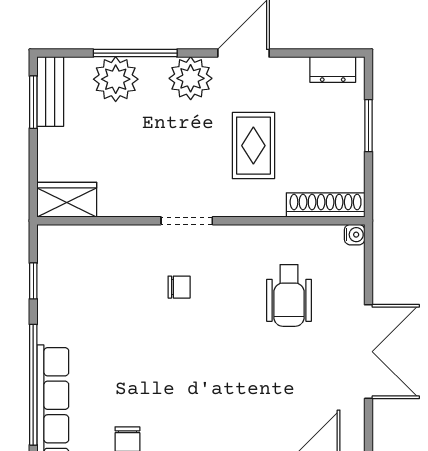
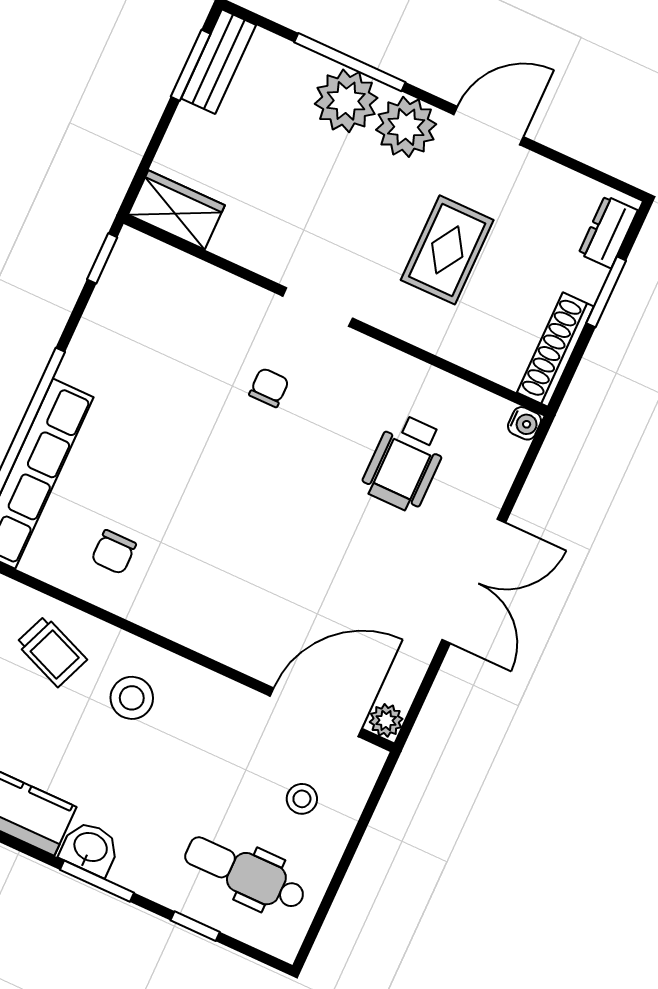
dresser: (333, 70) -> (608, 232), moved, turned 90
plant: (116, 79) -> (346, 101), moved
shoe rack: (326, 205) -> (555, 349), moved, turned -90
window: (33, 281) -> (102, 258), moved
chair: (179, 287) -> (269, 388), turned -90

